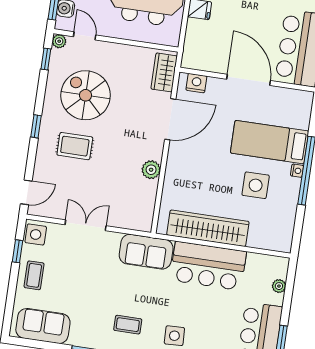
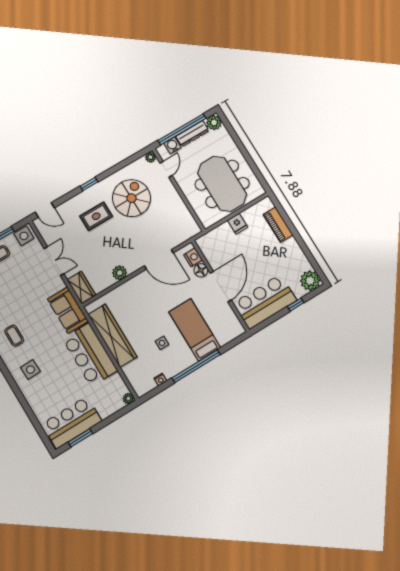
window: (46, 59) -> (134, 158), removed
wardrobe: (164, 72) -> (81, 287), moved, turned 90
floor lamp: (216, 86) -> (201, 270), added
rug: (75, 146) -> (96, 216), turned 90
nightstand: (297, 171) -> (160, 380), moved
side table: (256, 185) -> (162, 343), width x0.54, depth x0.54
plant: (279, 286) -> (128, 398), moved

